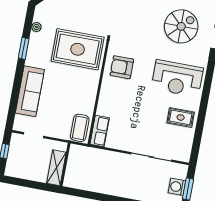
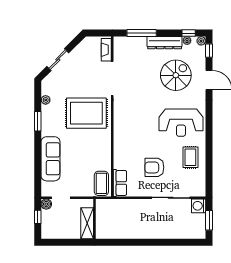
armchair: (122, 67) -> (154, 167), moved
rug: (181, 117) -> (190, 157), turned 90
boiler: (16, 139) -> (46, 204), added
washing machine: (177, 187) -> (199, 206), moved

